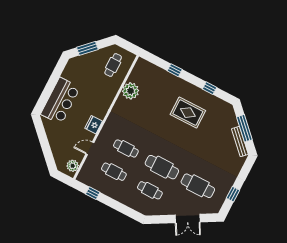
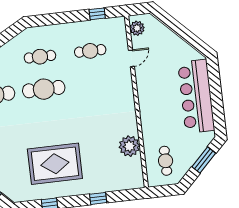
bar counter: (60, 101) -> (196, 96), width x1.36
rug: (188, 113) -> (55, 164), width x1.37, depth x1.44
fridge: (94, 125) -> (144, 85), removed
cafe table: (126, 148) -> (94, 83), removed

